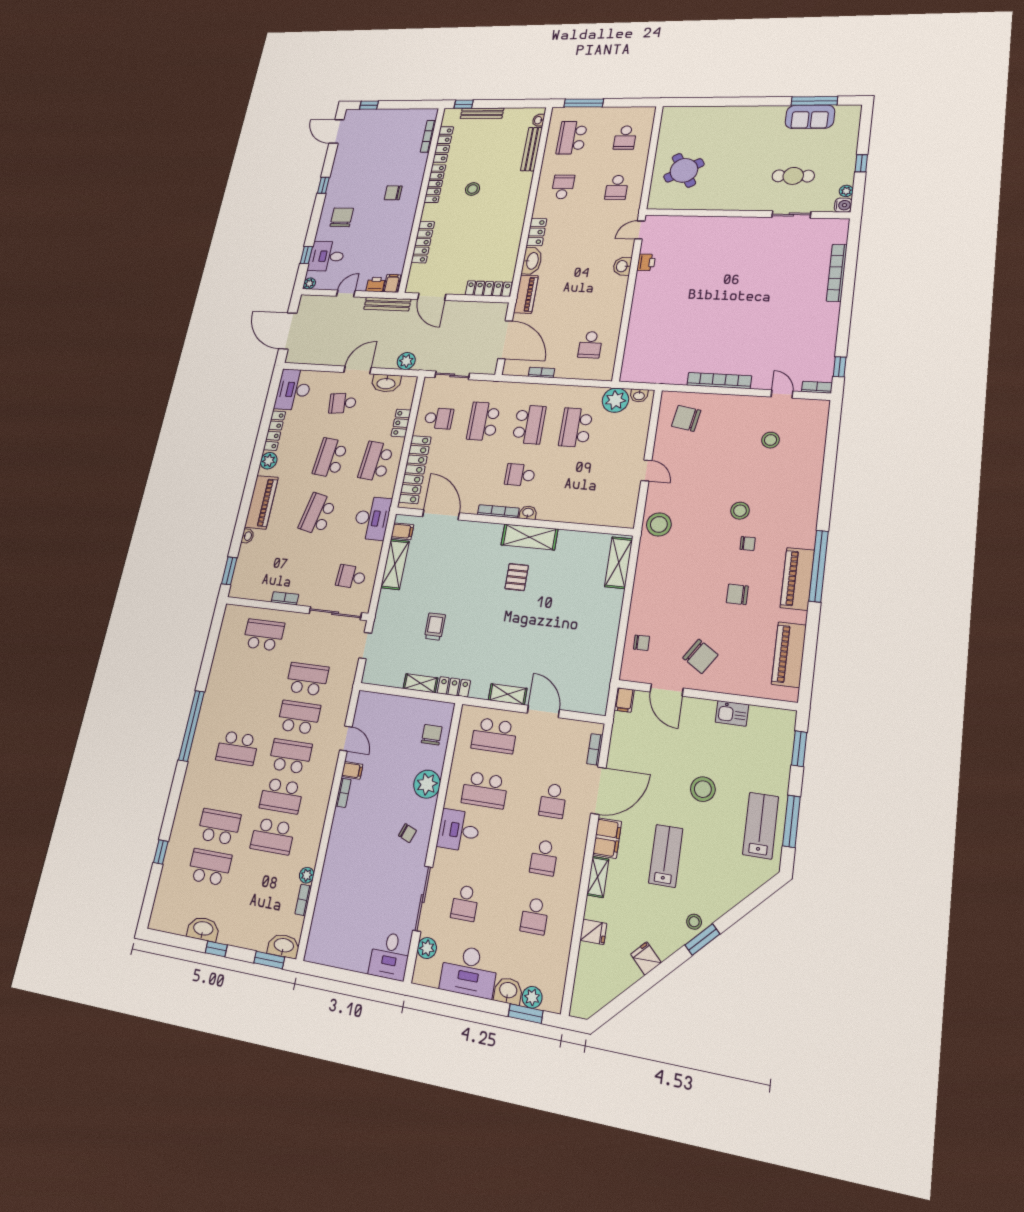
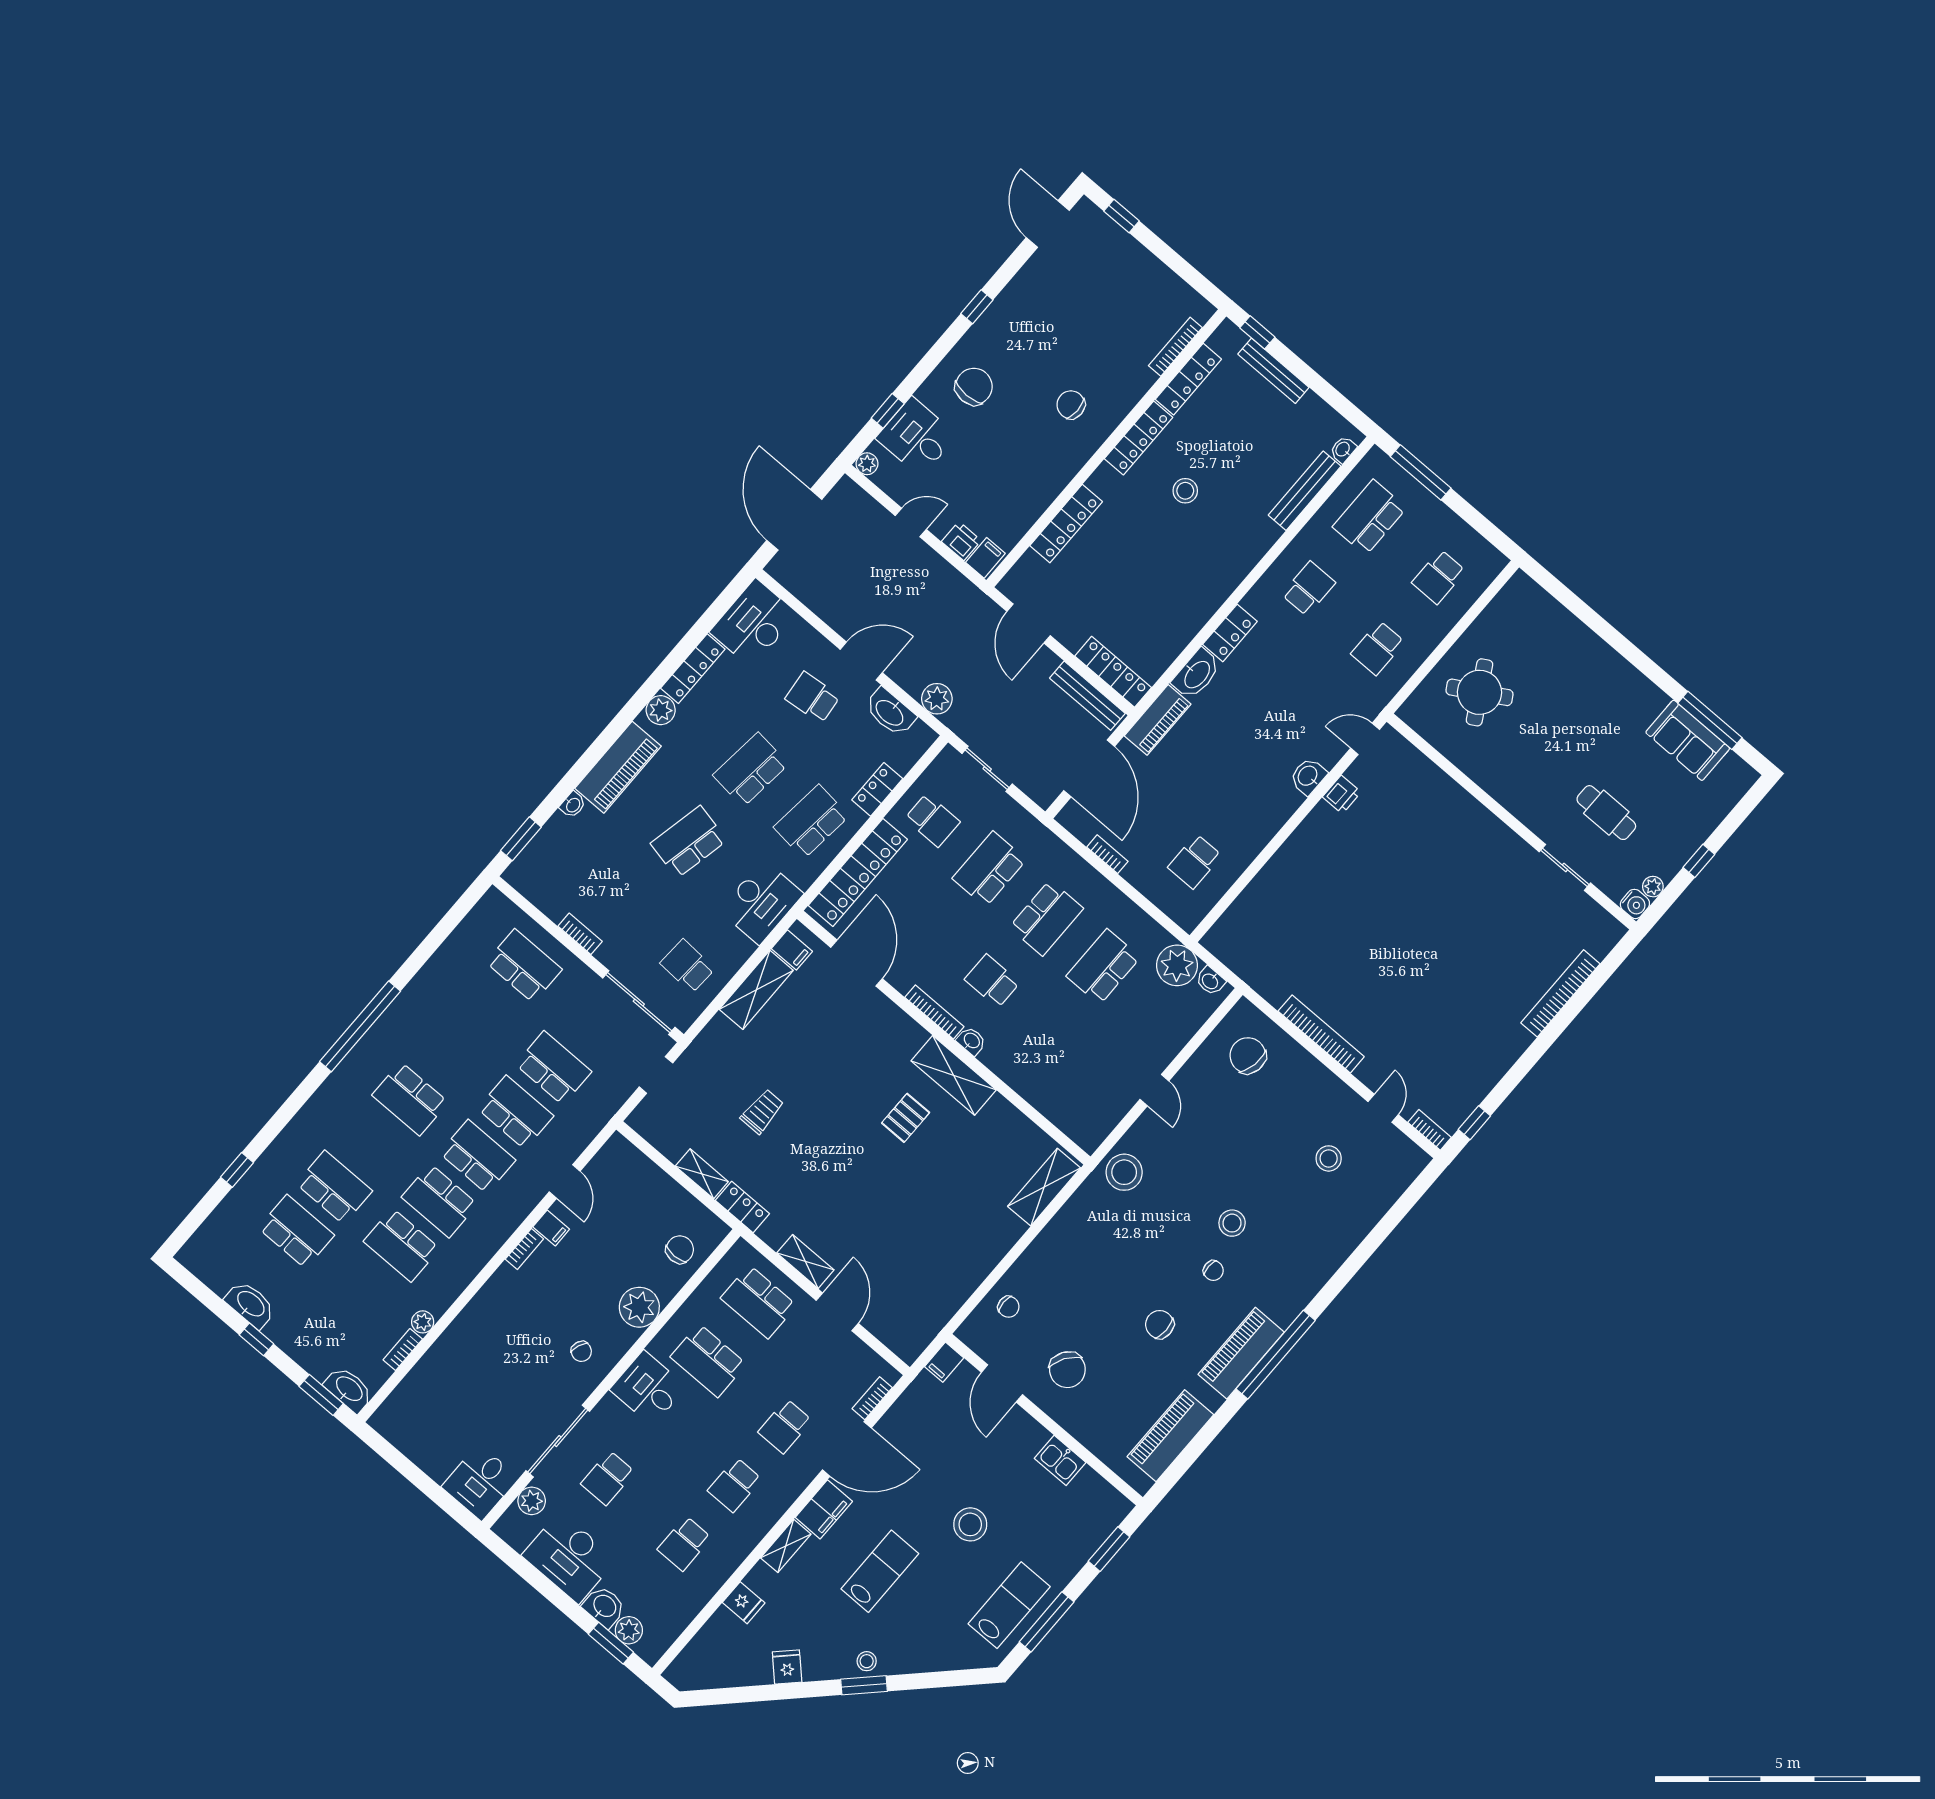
bench: (387, 304) -> (1087, 696), moved

